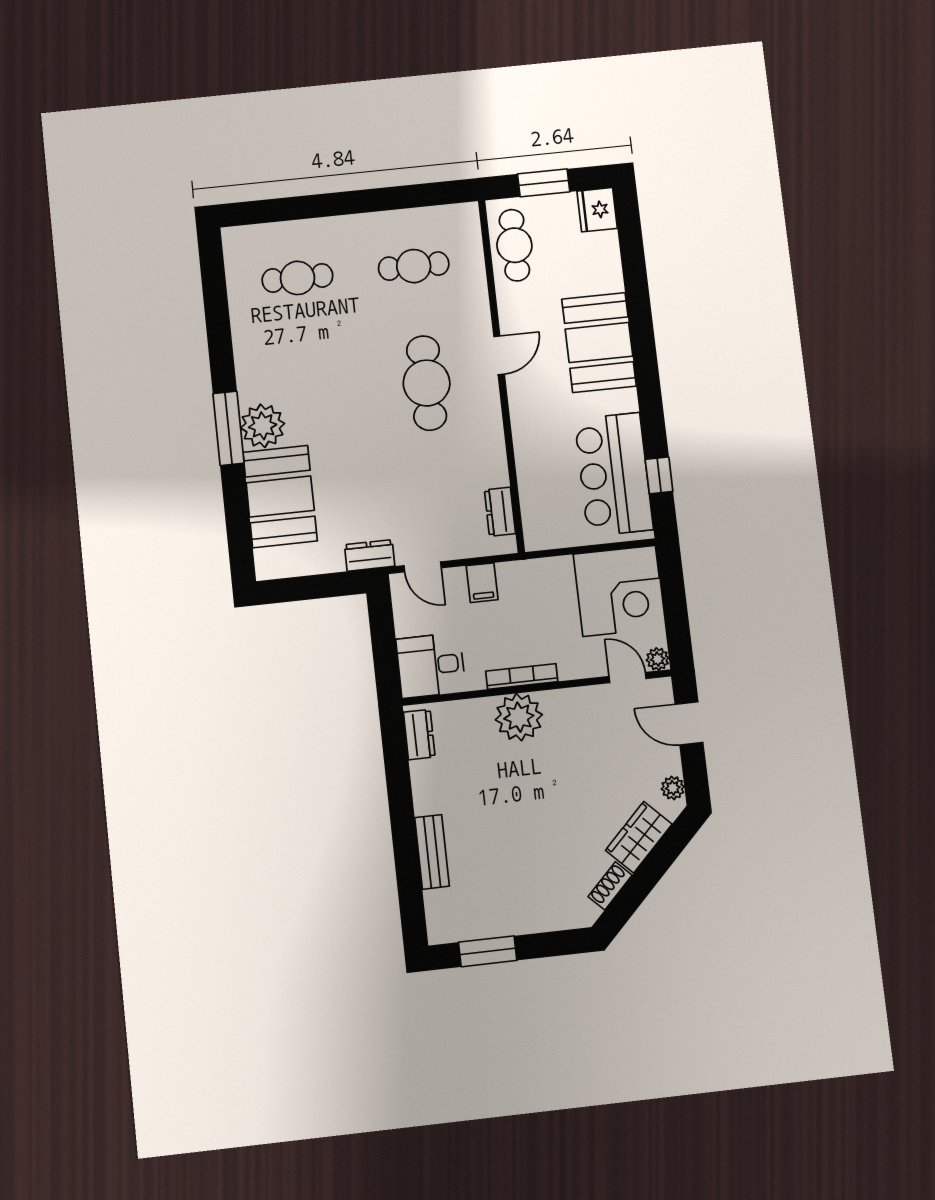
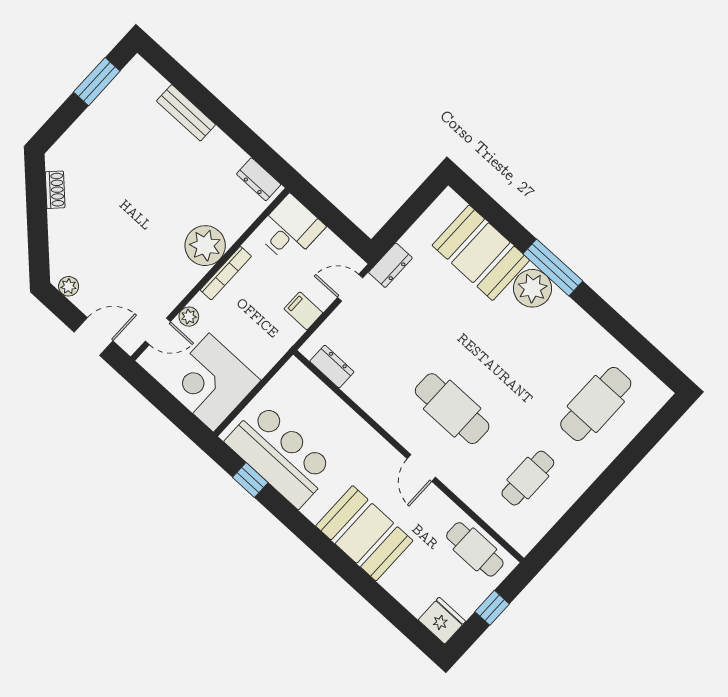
window: (544, 183) -> (492, 608), width x0.67
cafe table: (297, 278) -> (596, 404), width x1.37, depth x1.35
plant: (658, 659) -> (189, 317), moved
wardrobe: (639, 837) -> (63, 236), removed

